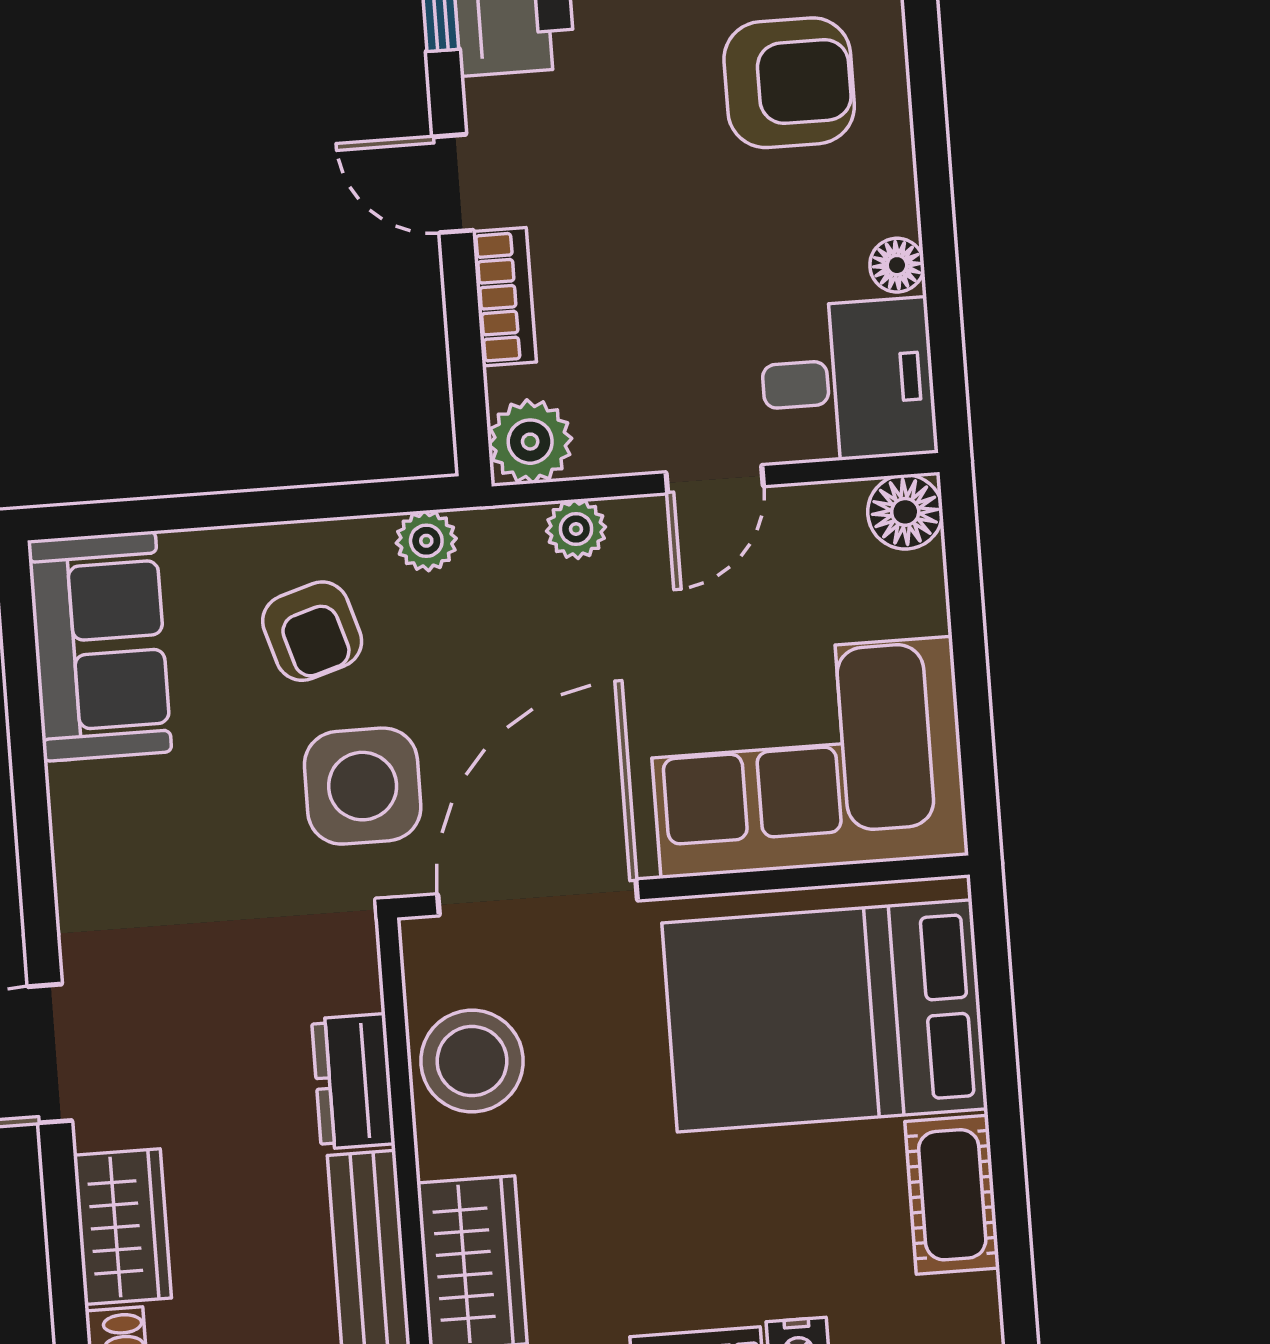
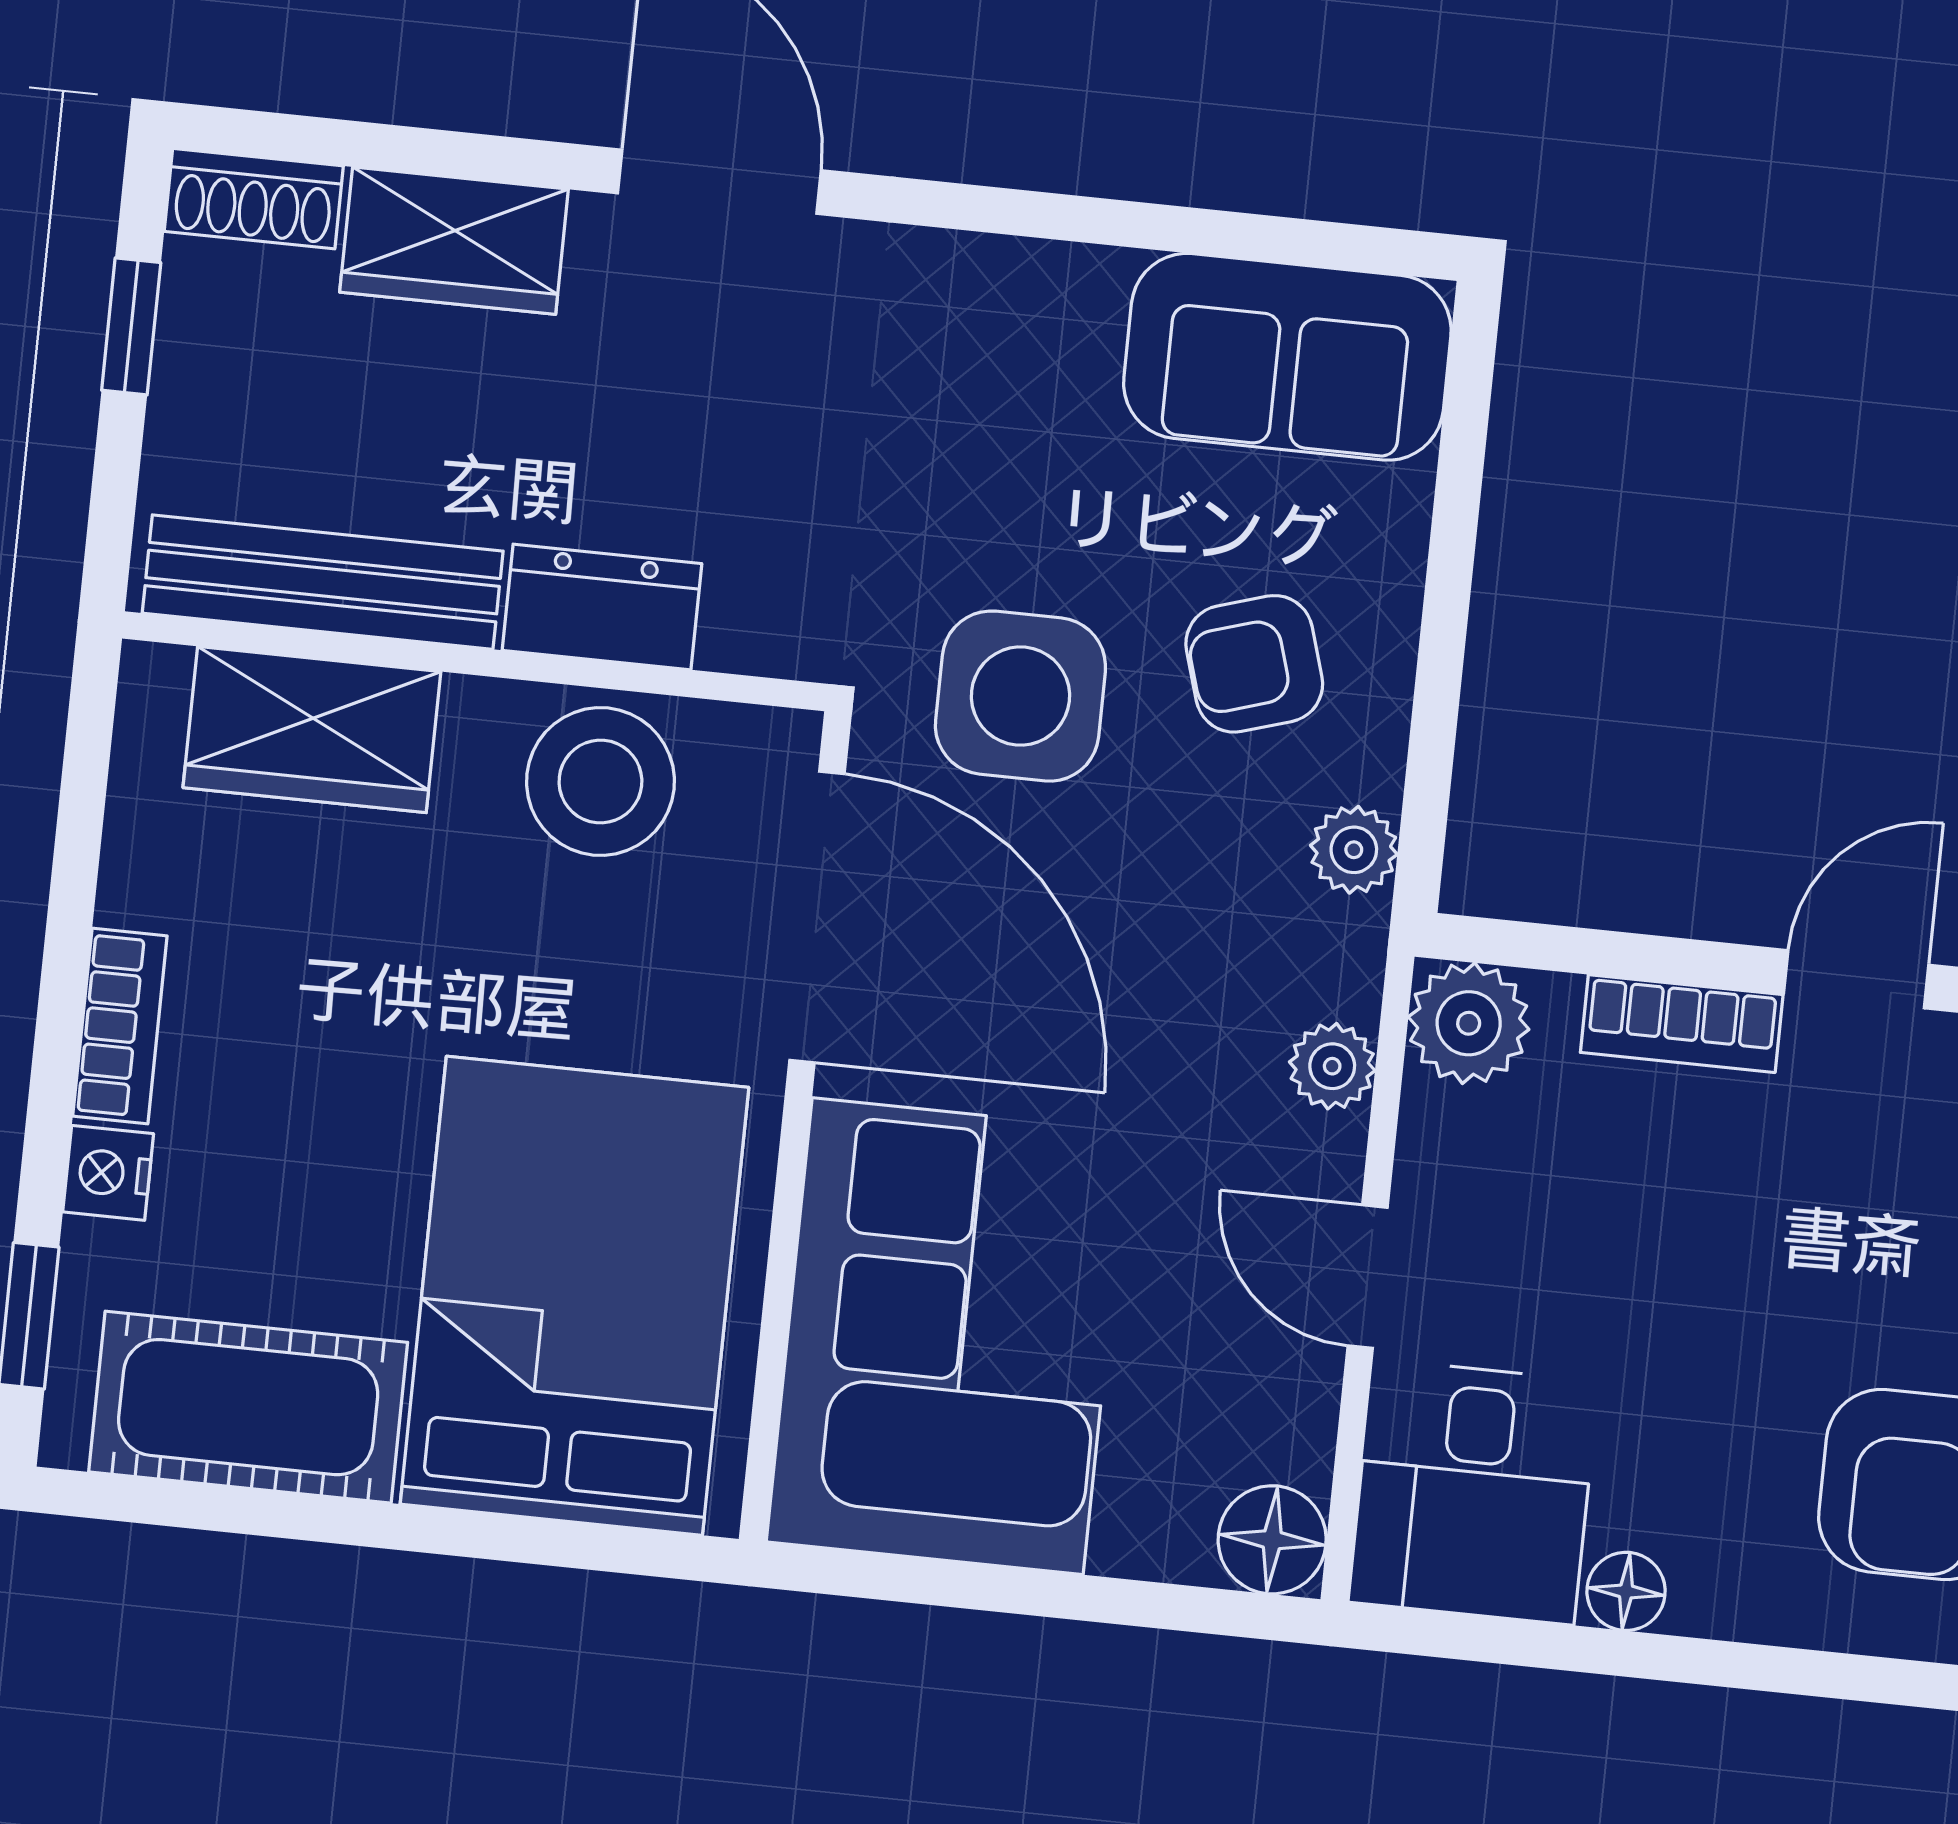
cot: (952, 1195) -> (248, 1407), width x1.37, depth x1.34

